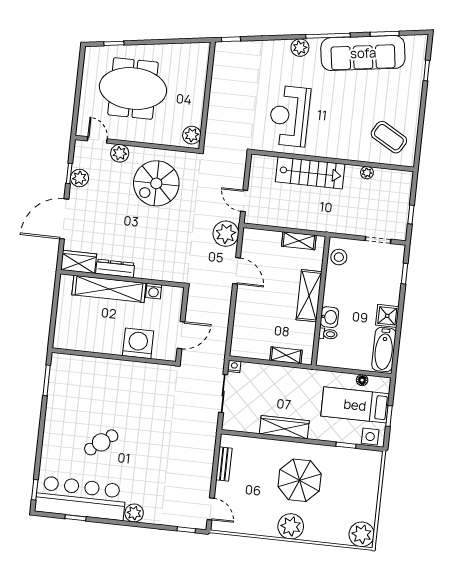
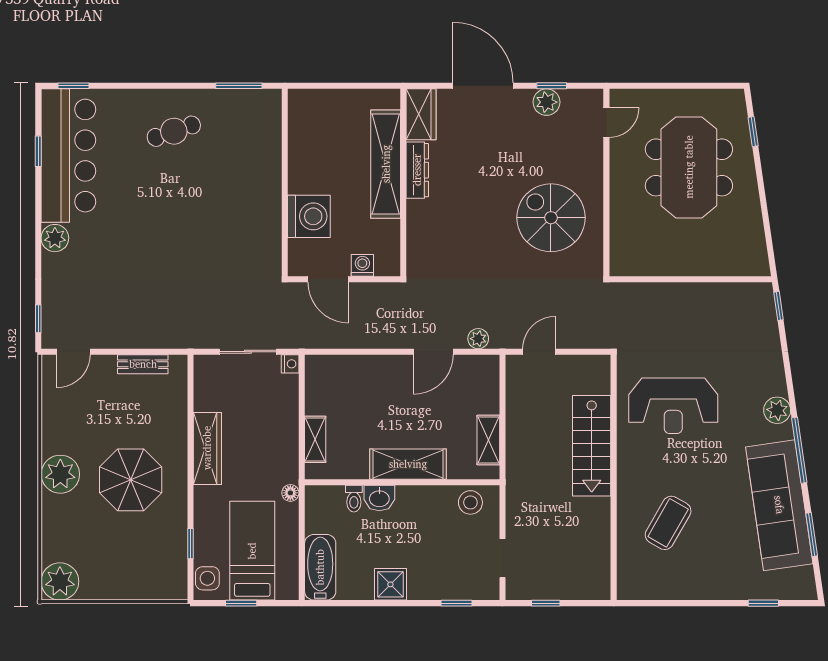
reception desk: (289, 116) -> (673, 406), turned 180
plant: (192, 135) -> (629, 263), removed
coffee table: (389, 137) -> (668, 523), moved
plant: (120, 153) -> (590, 158), removed
plant: (367, 173) -> (601, 531), removed
plant: (226, 234) -> (478, 339), width x0.53, depth x0.53
washing machine: (154, 291) -> (362, 265), moved, turned 90
bathtub: (384, 349) -> (320, 567), moved, turned 90
floor lamp: (362, 380) -> (290, 493), moved
cafe table: (101, 442) -> (174, 131), moved, turned -71

